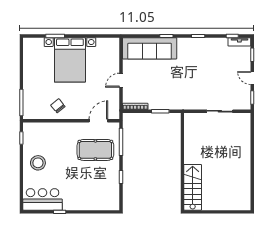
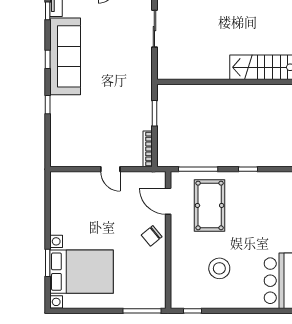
sofa: (150, 48) -> (65, 56), moved
bed with nightstands: (70, 60) -> (82, 272), moved
chair: (58, 106) -> (152, 236), moved
stool: (38, 163) -> (219, 268), moved

